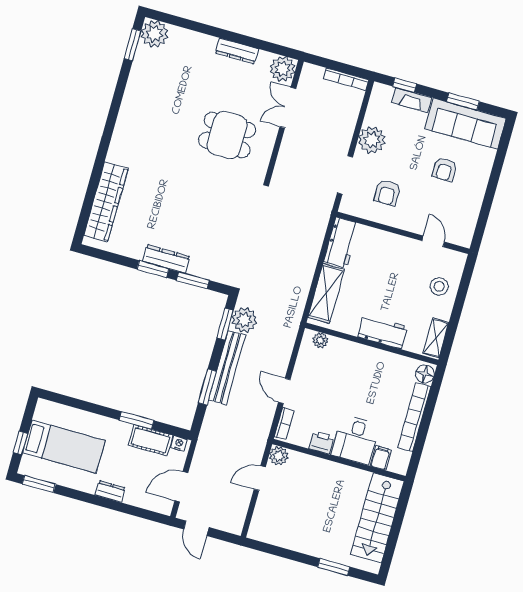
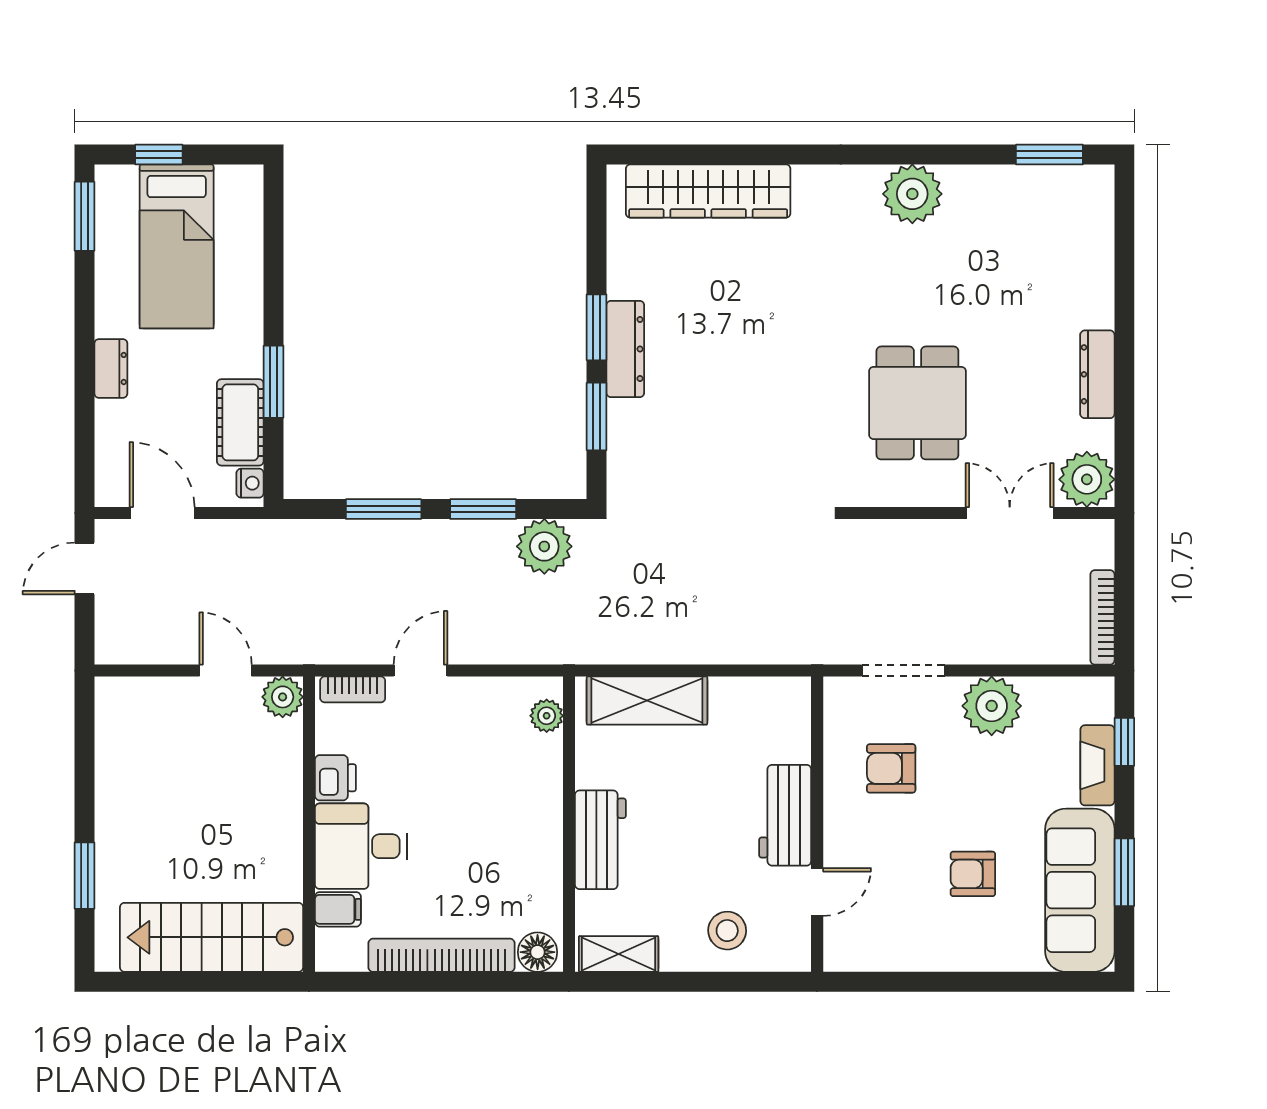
plant: (155, 34) -> (912, 194), moved
workbench: (341, 243) -> (785, 815), moved, turned 90
window: (225, 324) -> (483, 509), moved
bench: (227, 368) -> (436, 538), removed

